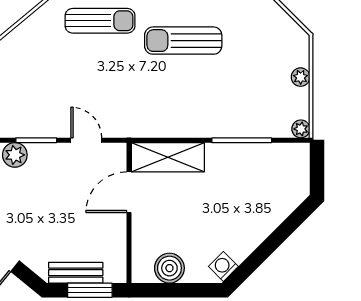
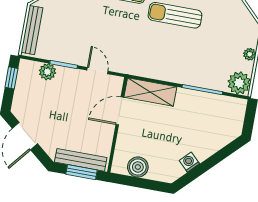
plant: (301, 129) -> (239, 83), width x1.87, depth x1.87
washing machine: (223, 266) -> (189, 162), moved
bench: (76, 273) -> (81, 160), width x1.36

